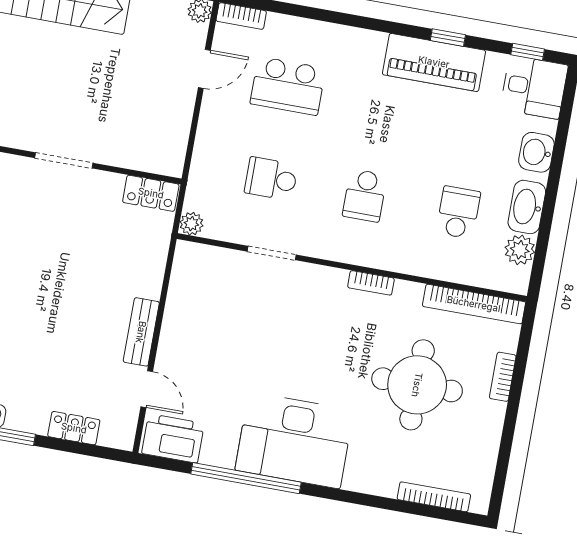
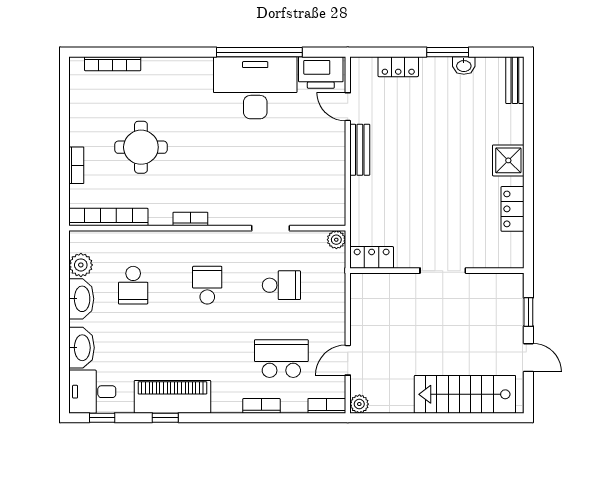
bookcase: (324, 31) -> (261, 406), added
washbasin: (536, 152) -> (82, 348), width x1.38
round table: (417, 385) -> (141, 147), width x0.73, depth x0.73
desk: (294, 440) -> (255, 88), moved

